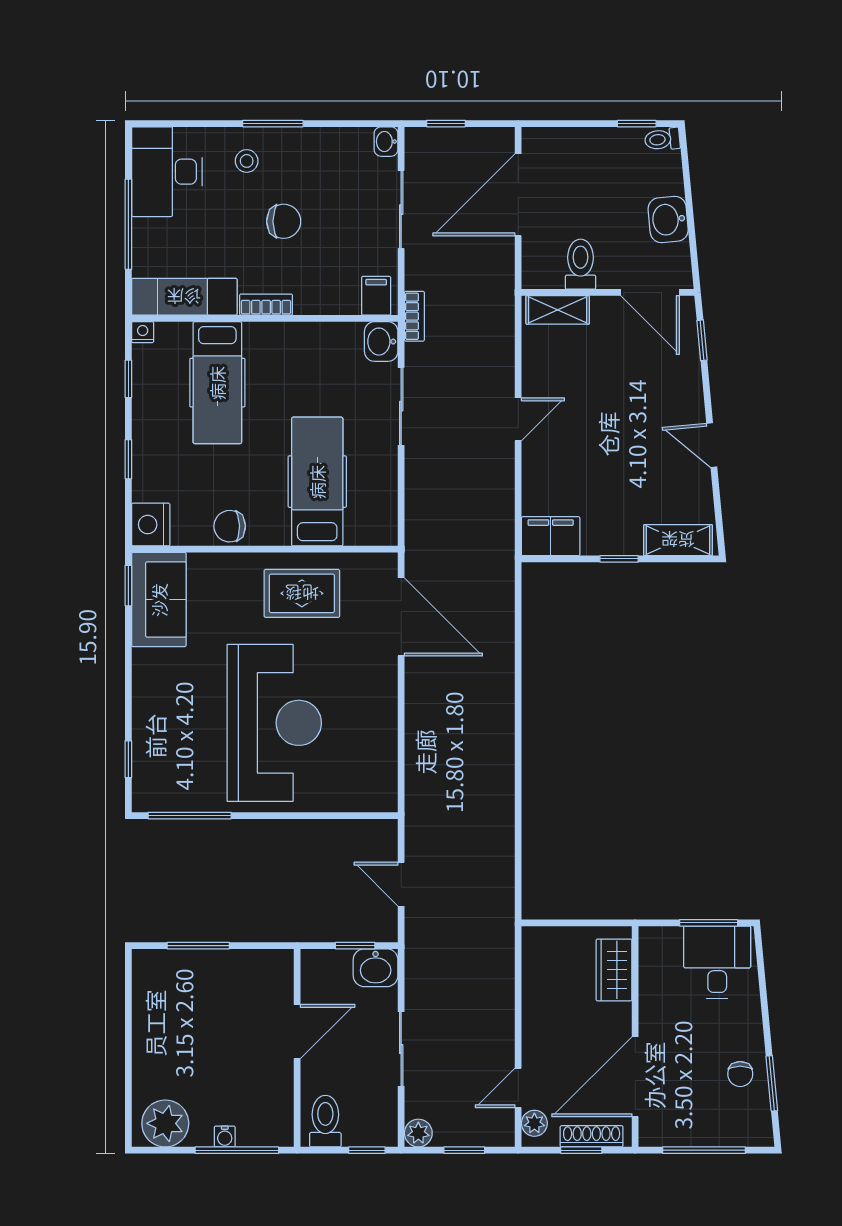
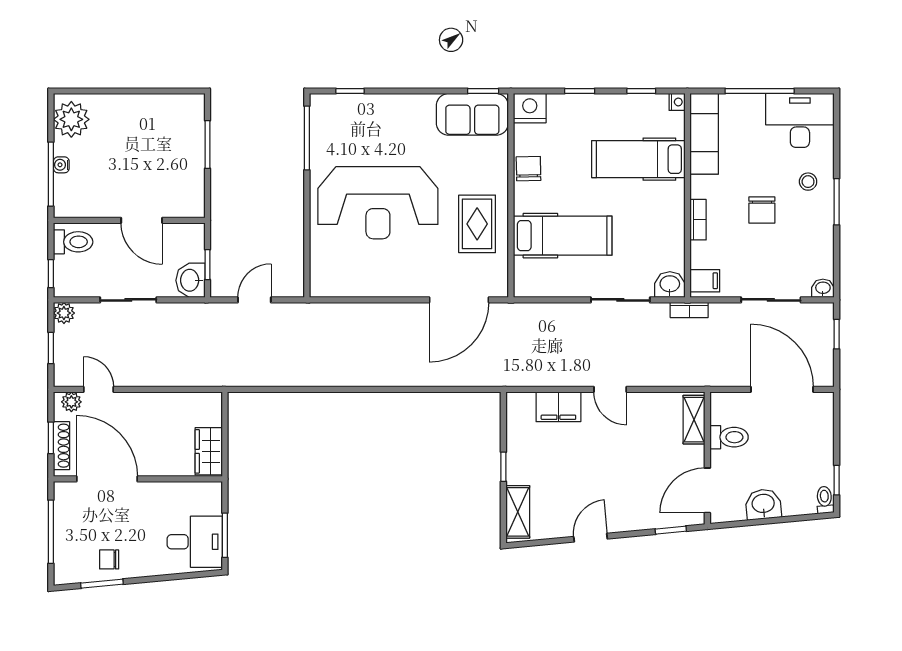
bookcase: (266, 305) -> (698, 220), moved
filing cabinet: (551, 536) -> (558, 407), moved, turned 90
wardrobe: (614, 970) -> (209, 451), moved, turned -90

